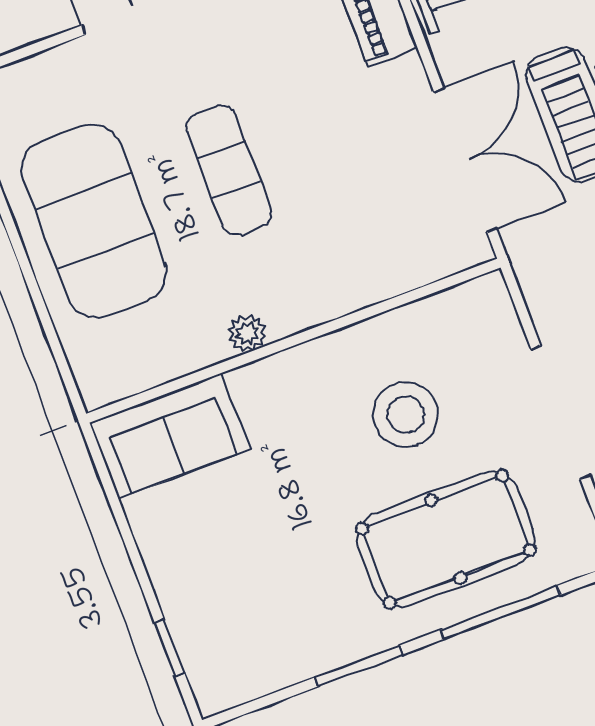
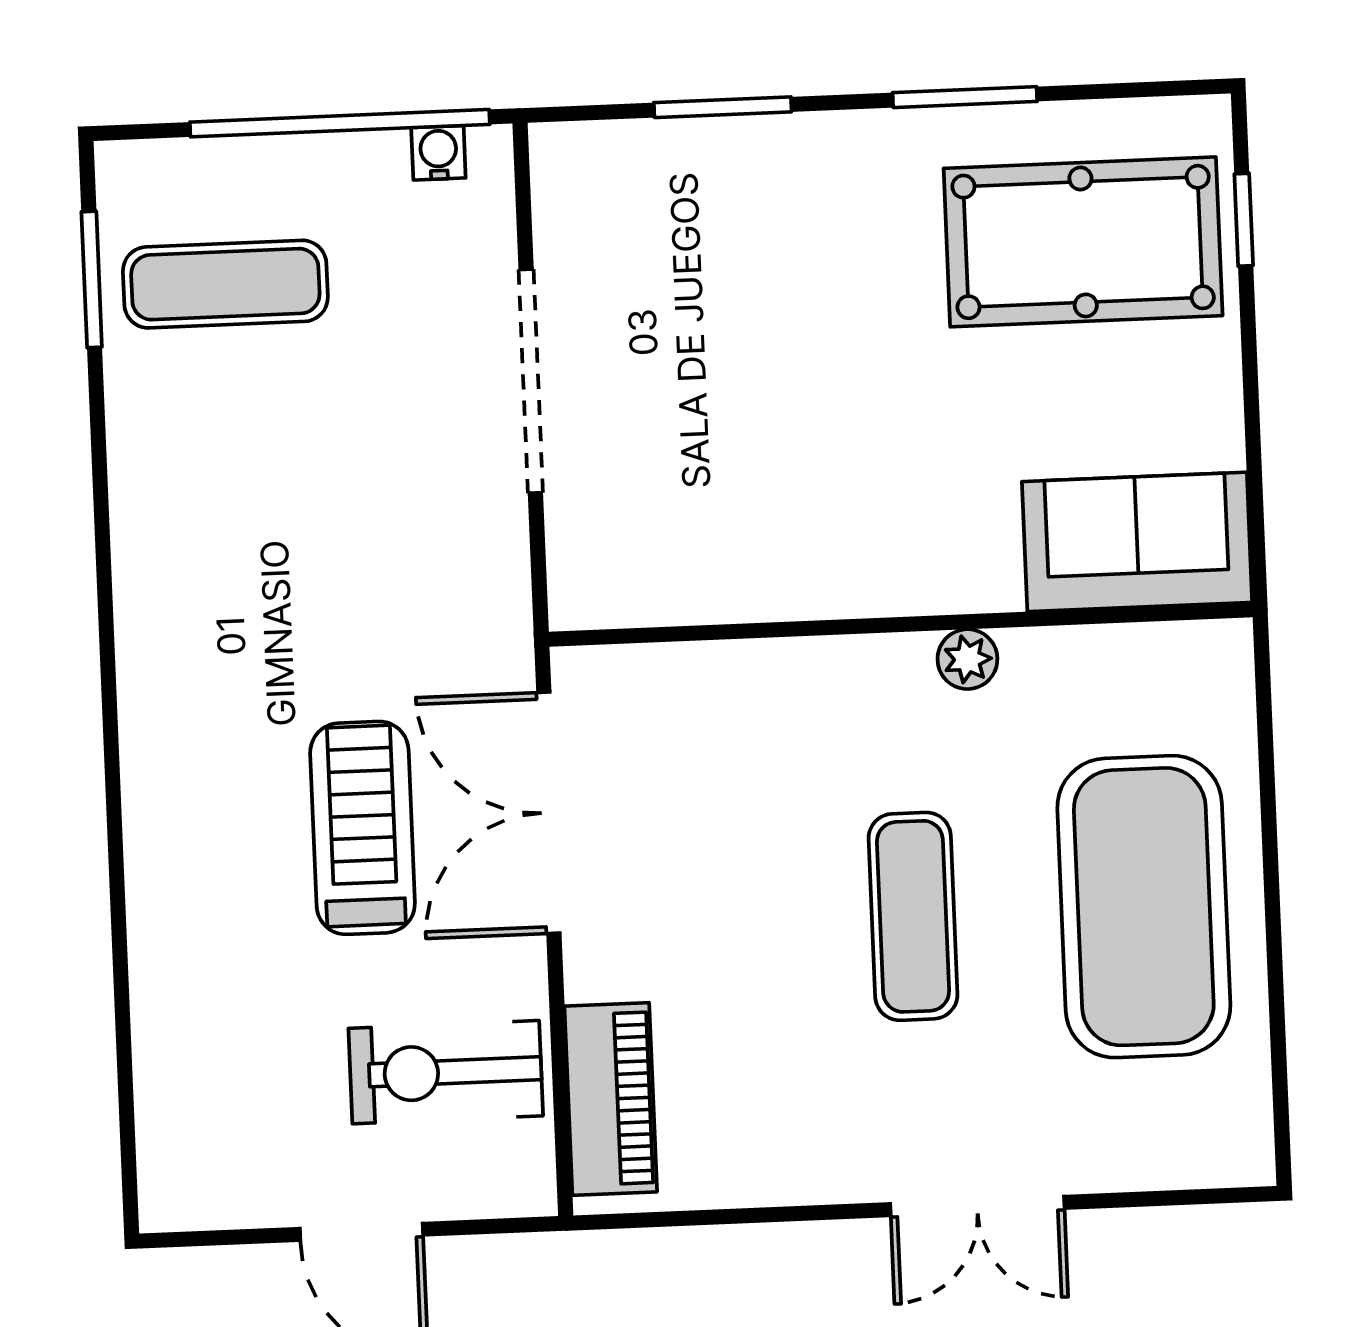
stool: (406, 415) -> (767, 456), removed
pool table: (446, 539) -> (1083, 242), moved
window: (500, 612) -> (723, 107), width x0.69

